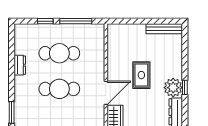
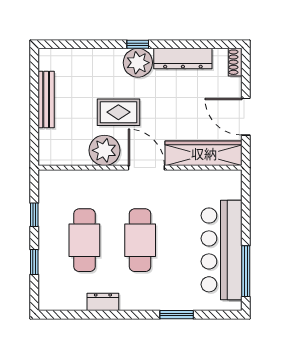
window: (76, 21) -> (34, 215), width x0.46
bench: (164, 29) -> (46, 100), moved
plant: (117, 66) -> (104, 150), added

